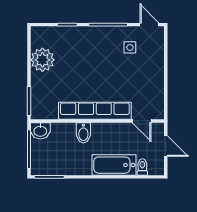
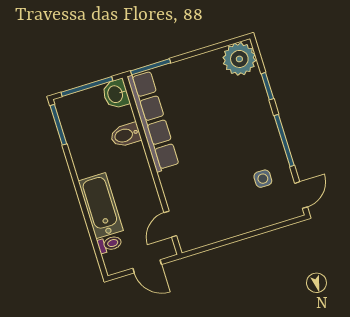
plant: (42, 60) -> (239, 59), moved
row of seats: (95, 111) -> (153, 121), moved
bidet: (83, 133) -> (126, 135), moved
door: (166, 146) -> (147, 266), hinge flipped

